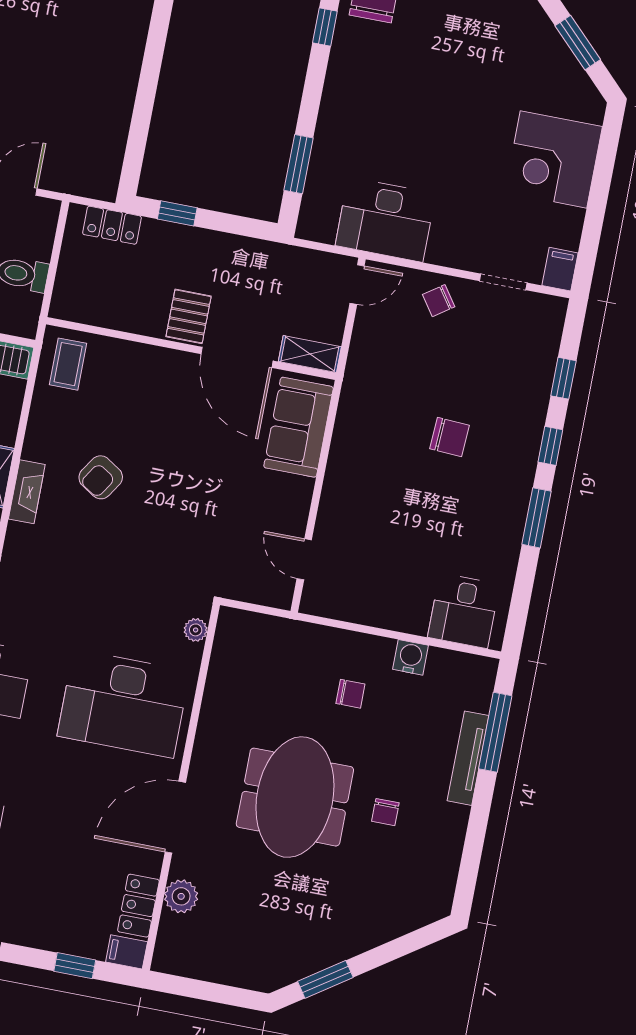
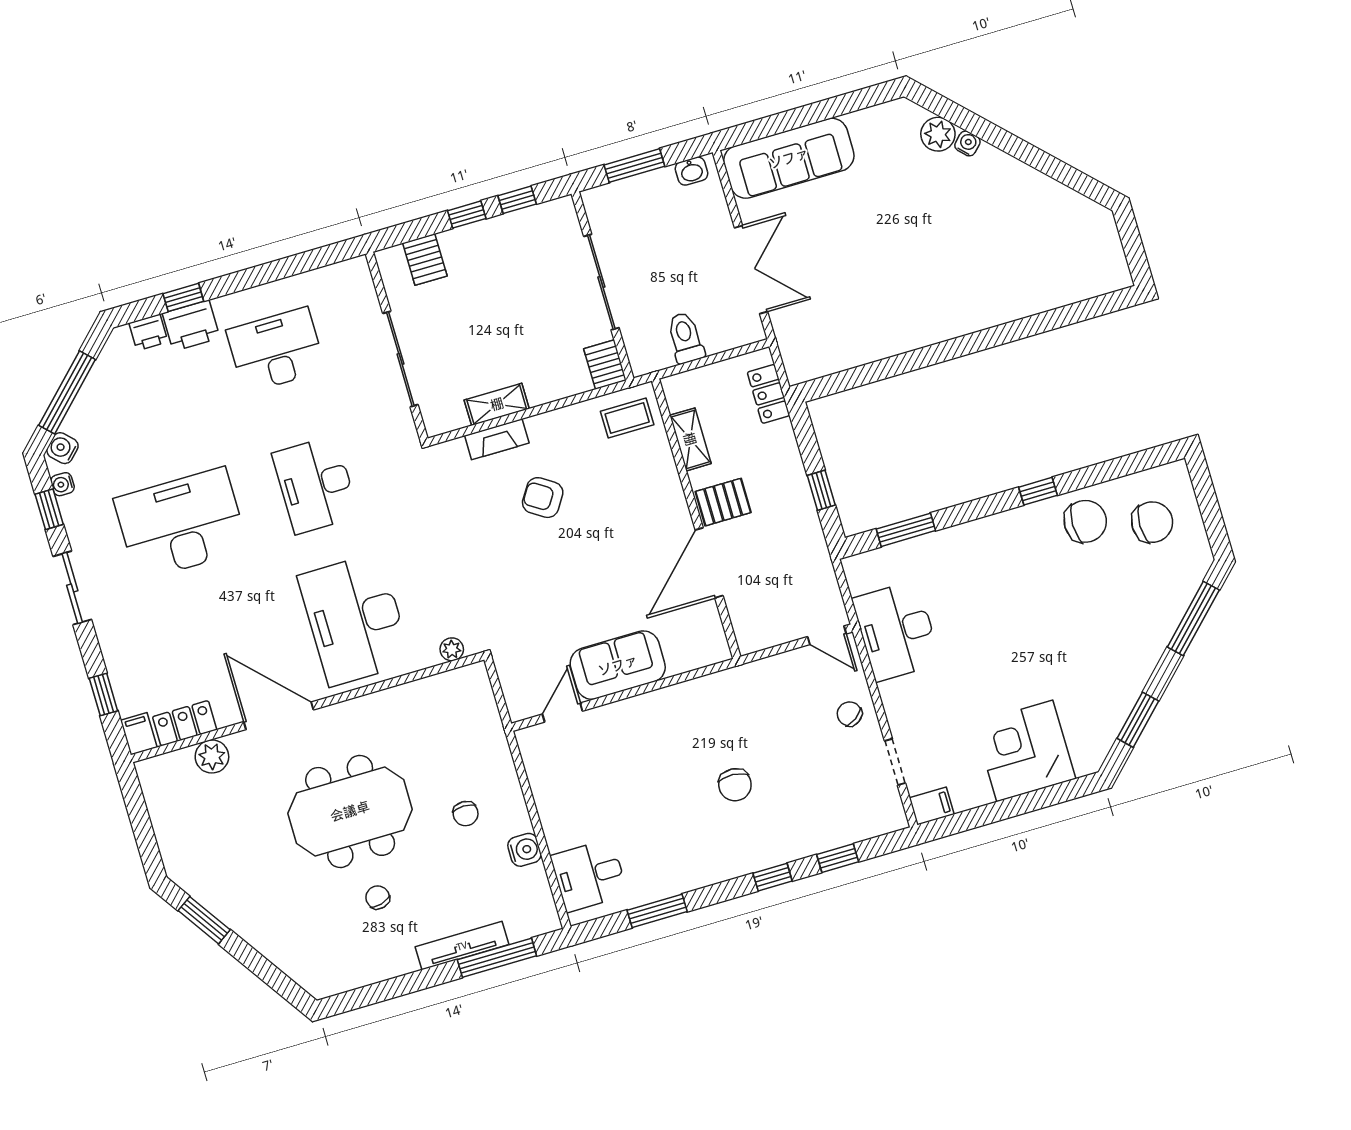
window: (177, 213) -> (821, 490), moved
shelving: (310, 354) -> (690, 439), moved
sofa: (299, 427) -> (618, 665), moved
window: (537, 518) -> (657, 911), moved
chair: (385, 812) -> (378, 897), turned 75

